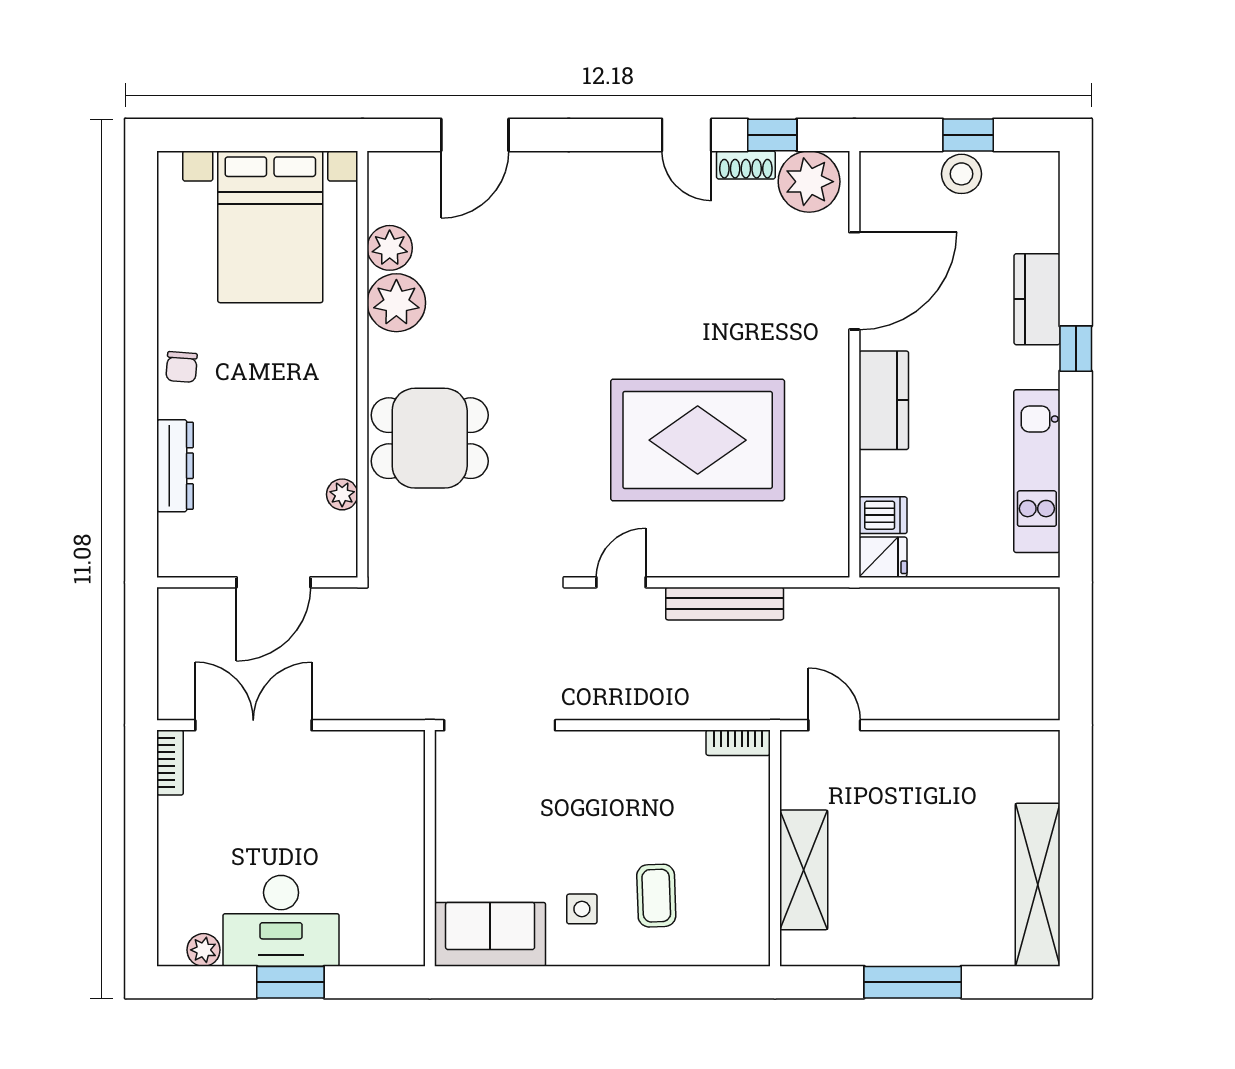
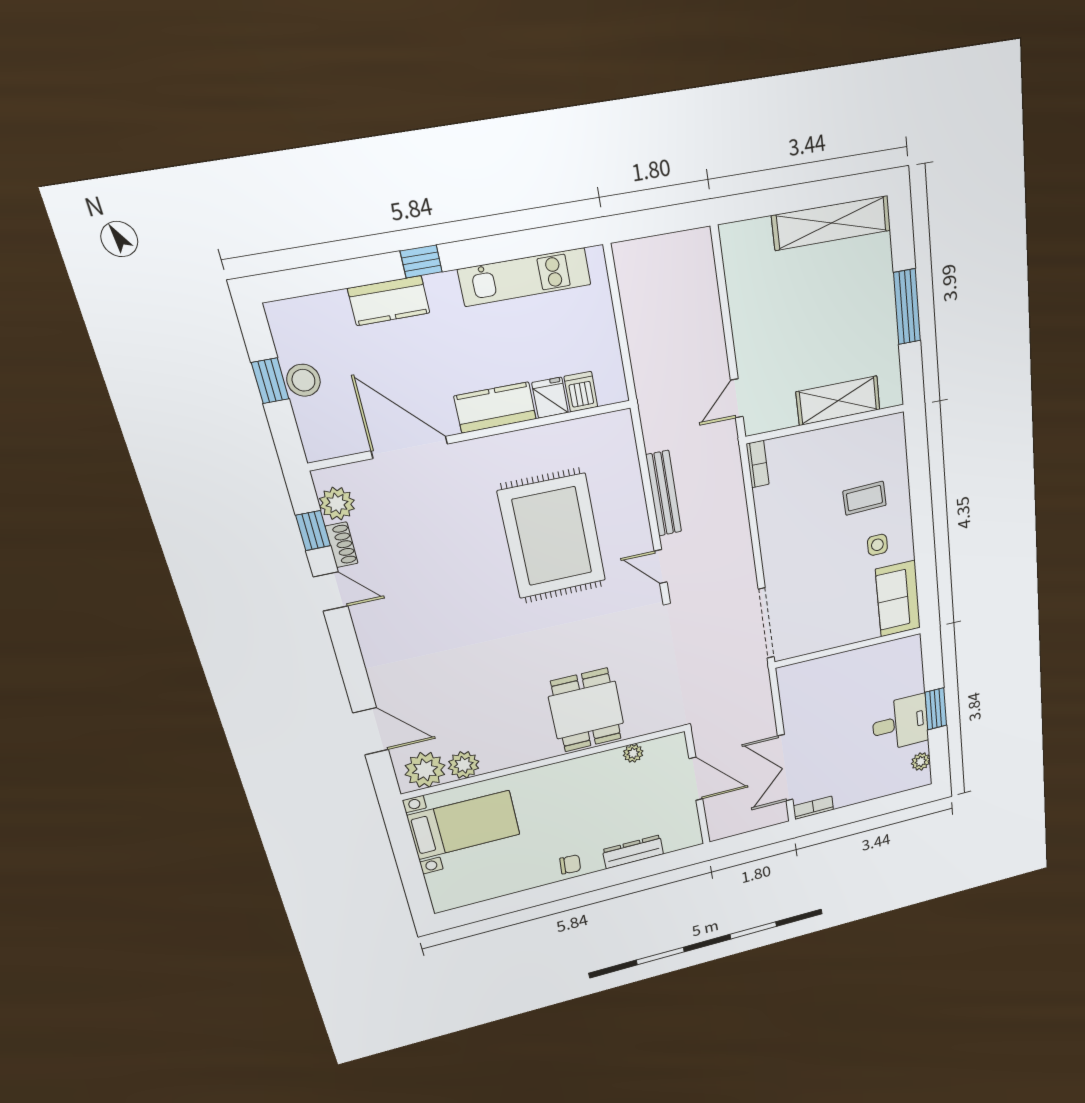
door: (687, 135) -> (331, 591), hinge flipped
plant: (809, 182) -> (337, 504), width x0.73, depth x0.73
bed with nightstands: (270, 227) -> (464, 825), width x0.73
plant: (396, 303) -> (425, 770), moved
fridge: (883, 557) -> (550, 398), moved
desk: (281, 921) -> (900, 723), width x0.73

